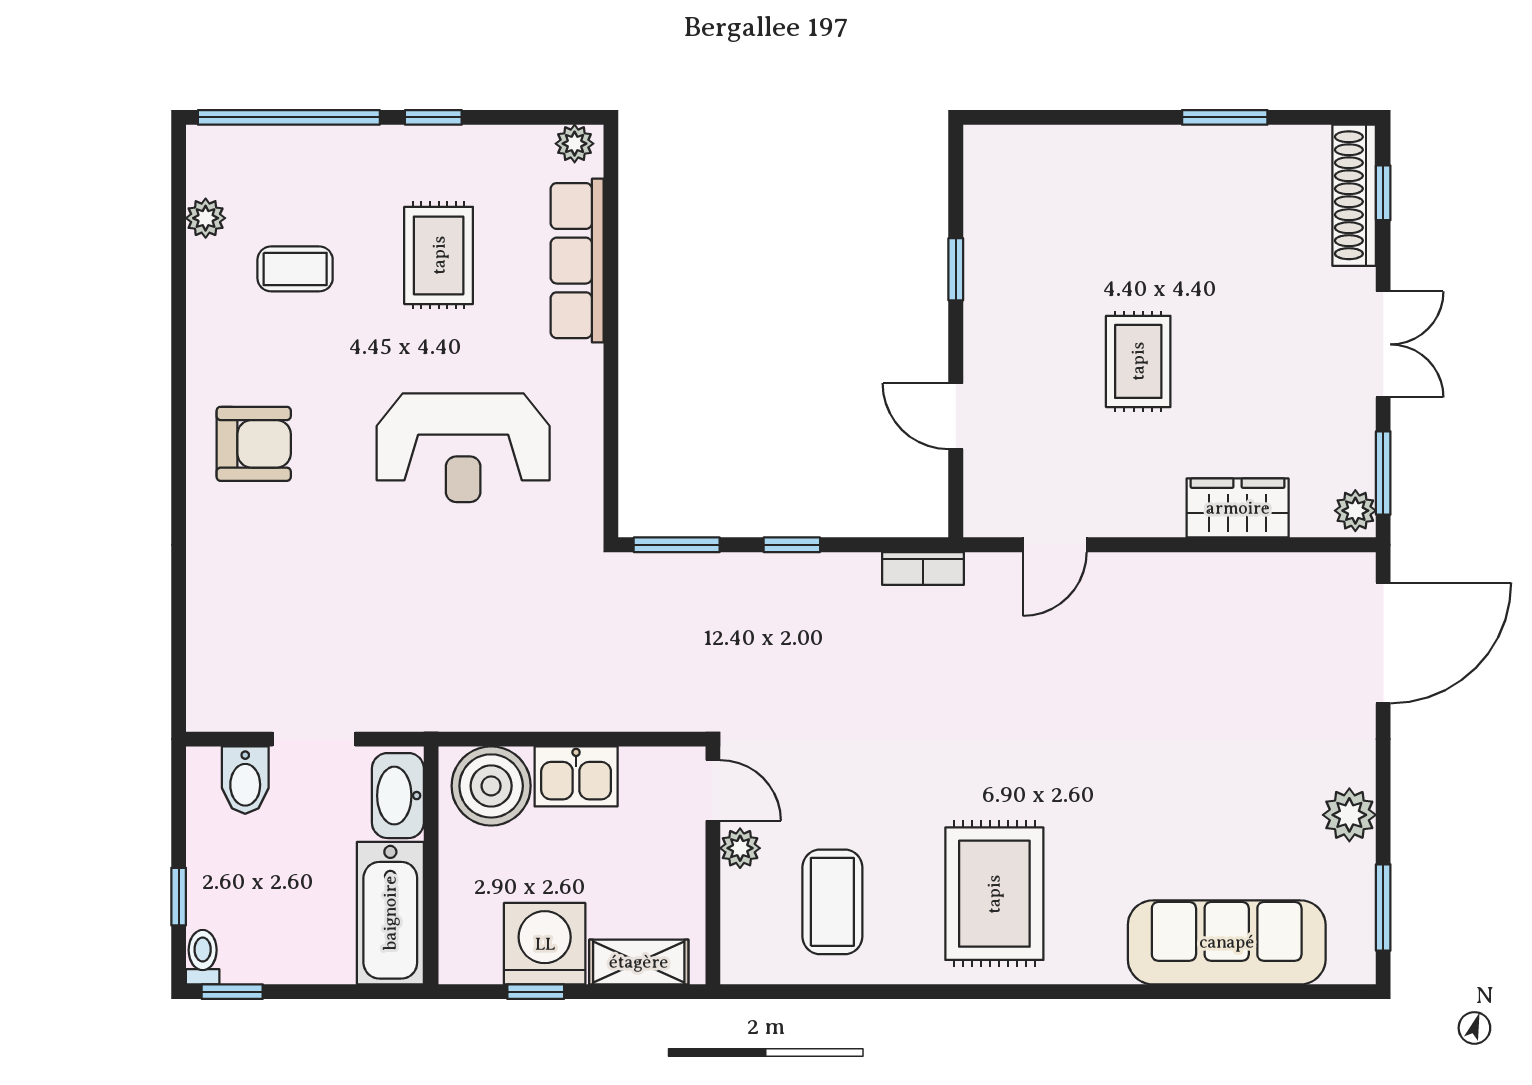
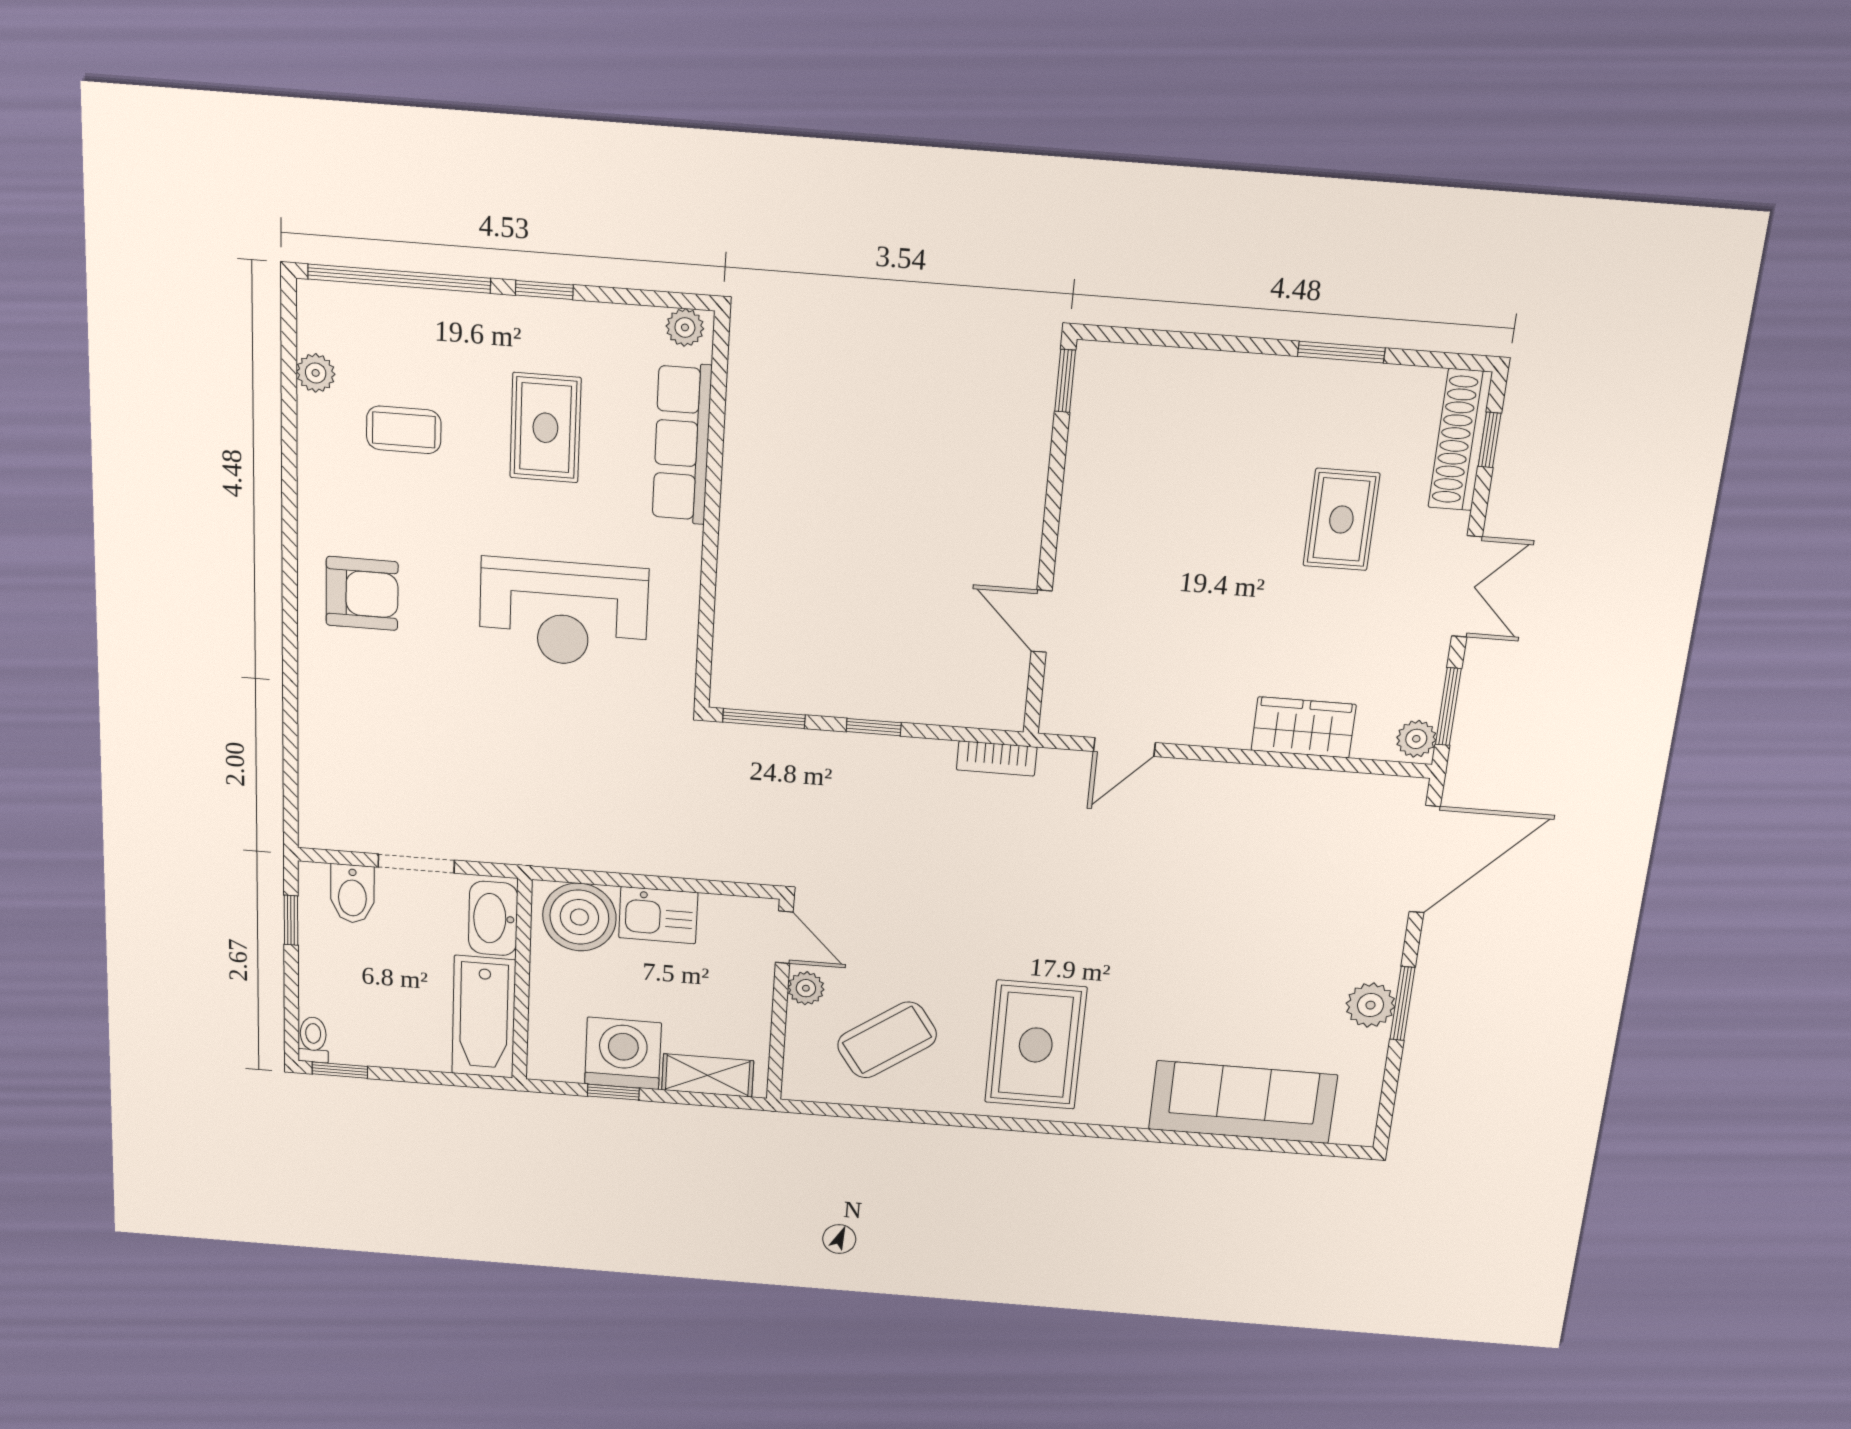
window: (956, 269) -> (1065, 381), moved
rug: (1138, 361) -> (1341, 520), moved
window: (179, 897) -> (291, 920), moved
coffee table: (832, 902) -> (887, 1040), turned 55
window: (1383, 908) -> (1402, 1003), moved

